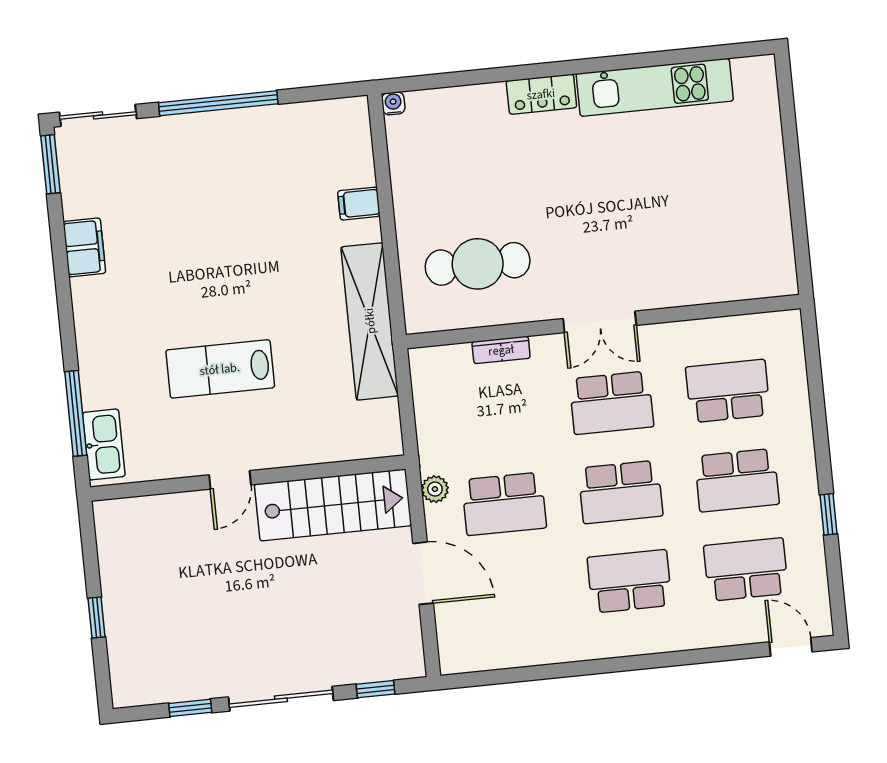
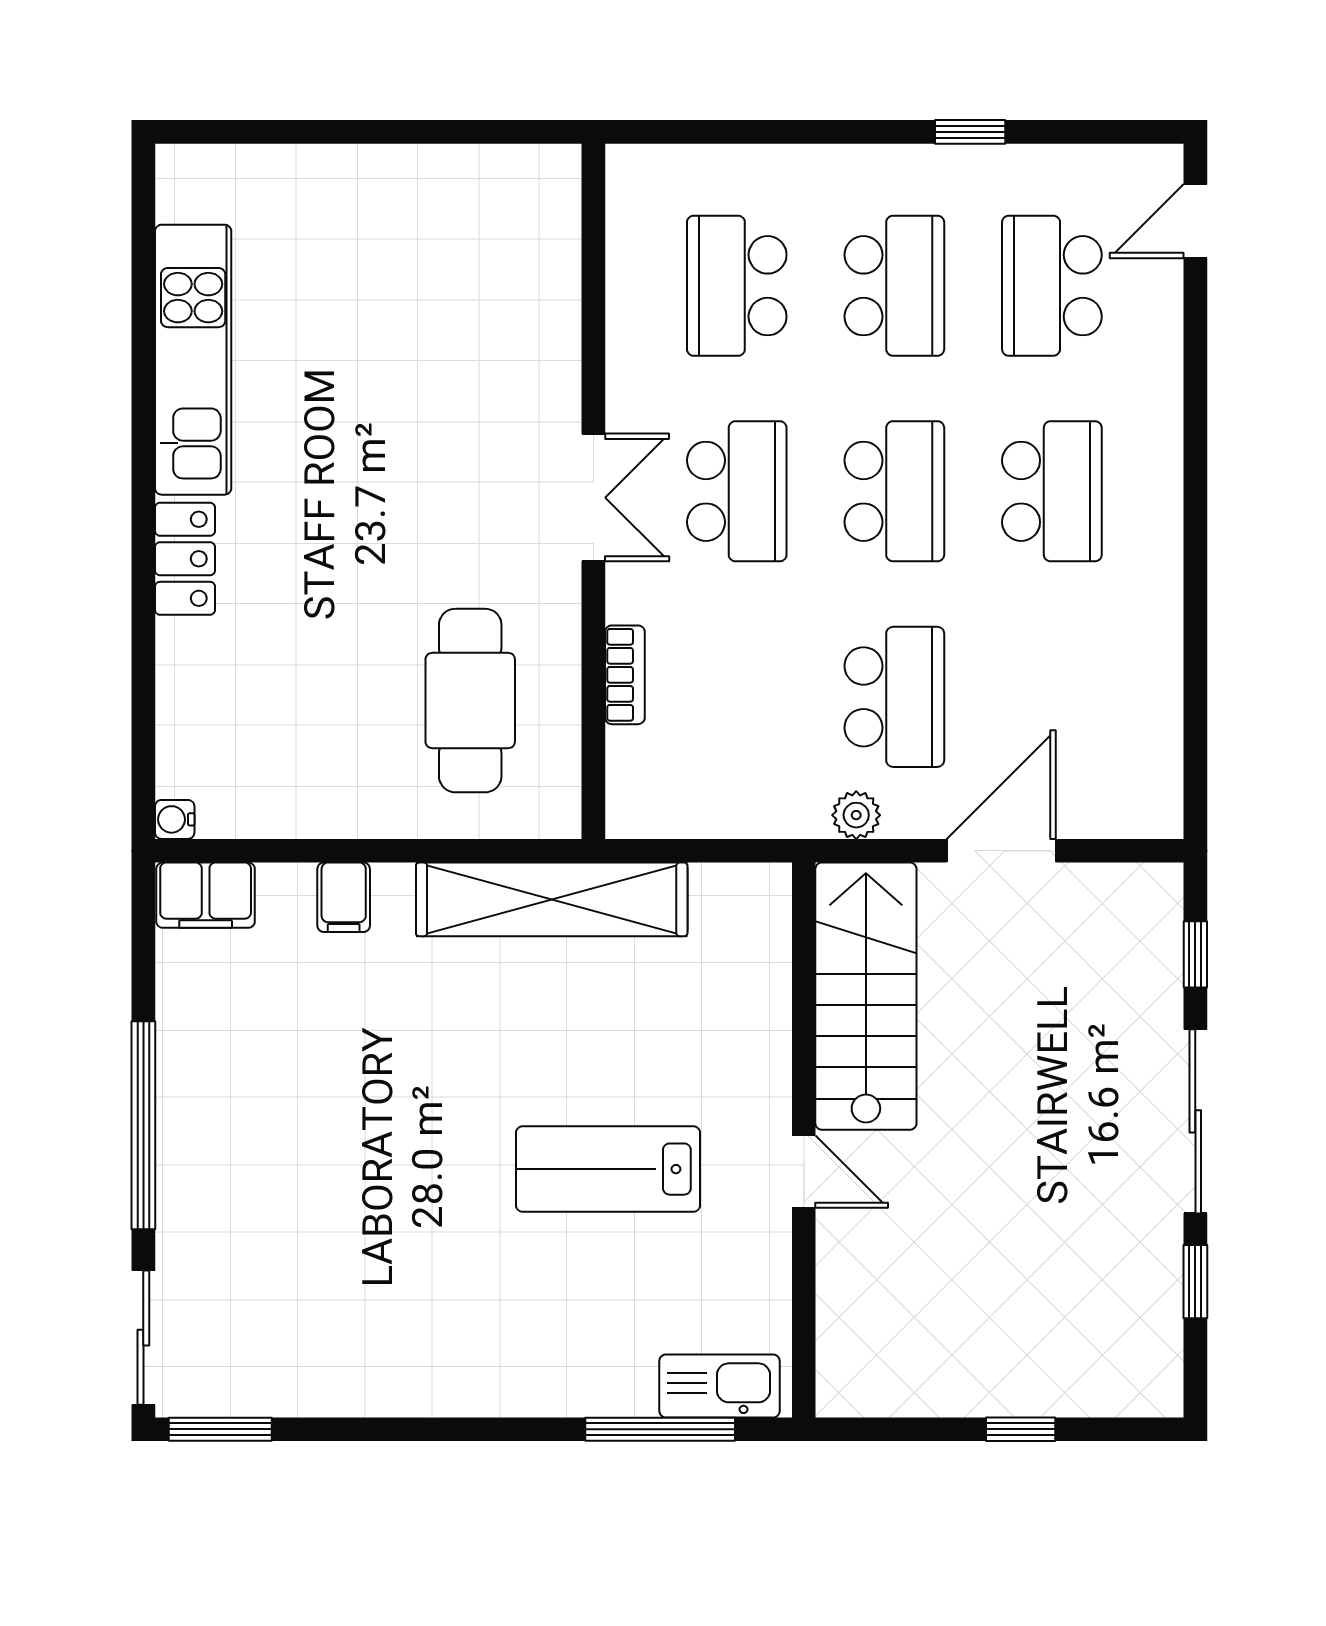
filing cabinet: (84, 247) -> (206, 895), moved, turned 180
lab bench: (220, 369) -> (608, 1169), turned 90
school desk: (630, 581) -> (1052, 491), turned 180

